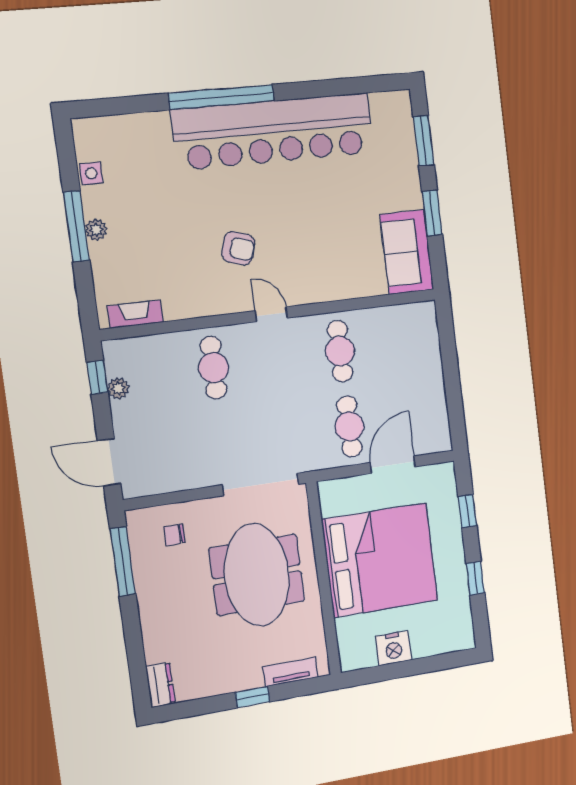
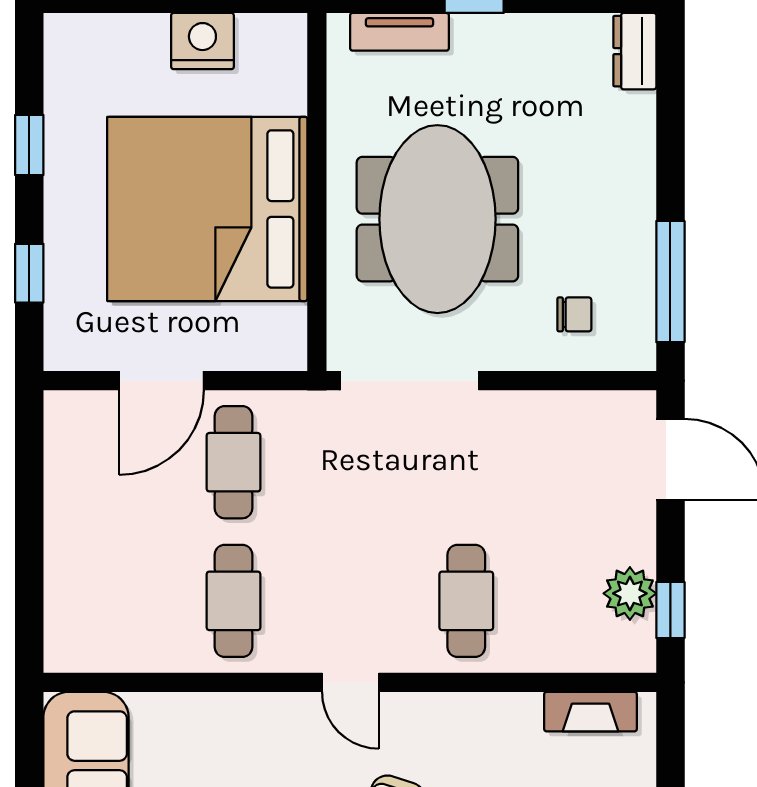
plant: (118, 388) -> (630, 593), width x1.38, depth x1.38

